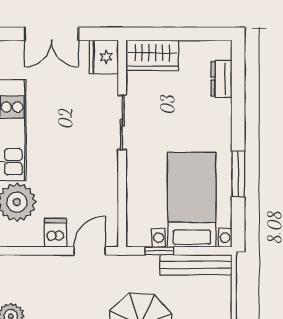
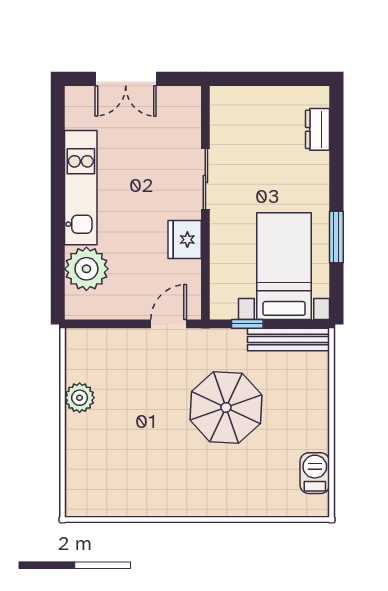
wardrobe: (152, 55) -> (239, 103), removed
fridge: (104, 57) -> (185, 240), moved
dishwasher: (56, 233) -> (130, 303), removed

